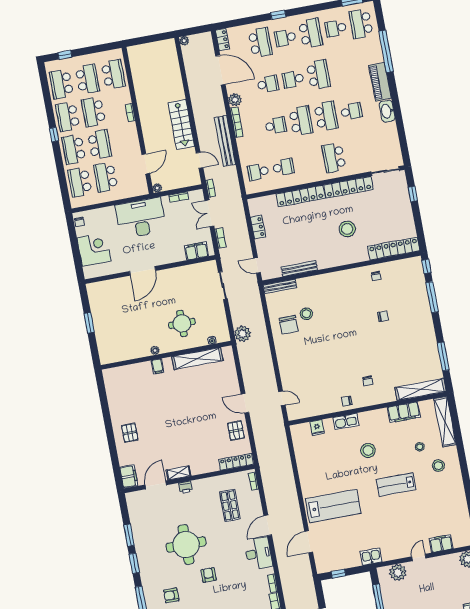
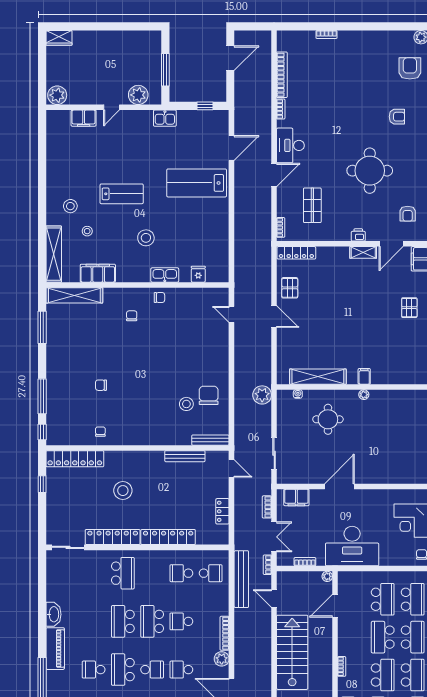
school desk: (351, 111) -> (94, 670), moved
stairs: (181, 125) -> (292, 652), width x1.36, depth x1.51
bench: (225, 141) -> (241, 579), moved
window: (413, 194) -> (42, 484), moved
door: (143, 271) -> (339, 486), moved
armchair: (208, 575) -> (408, 214), moved

